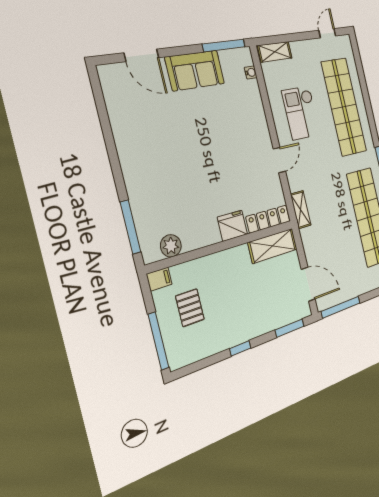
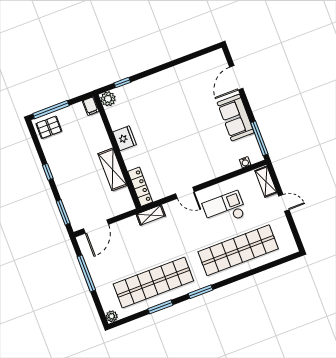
door: (327, 33) -> (284, 203), moved
fridge: (232, 226) -> (125, 138), moved
window: (131, 227) -> (122, 83), width x0.46
plant: (171, 246) -> (108, 99), moved
shelving: (273, 246) -> (113, 169), moved
window: (341, 307) -> (86, 273), moved
pallet: (190, 308) -> (49, 127), moved

